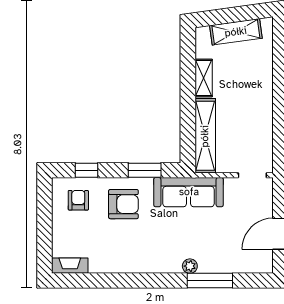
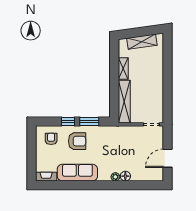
window: (86, 170) -> (68, 122), moved
sofa: (189, 192) -> (77, 173), moved, turned 180
floor lamp: (207, 265) -> (125, 176), added
window: (210, 281) -> (127, 185), removed

